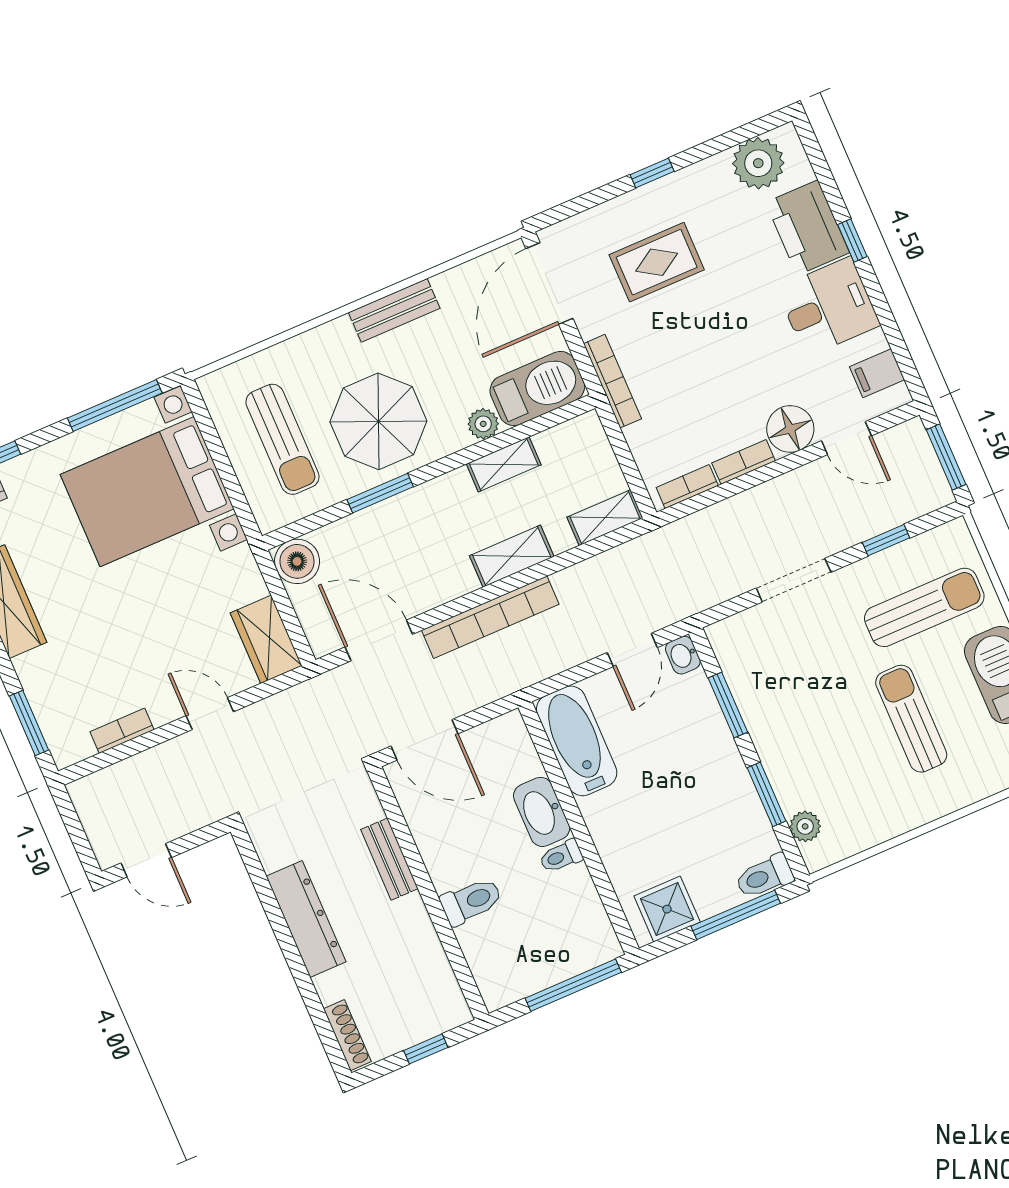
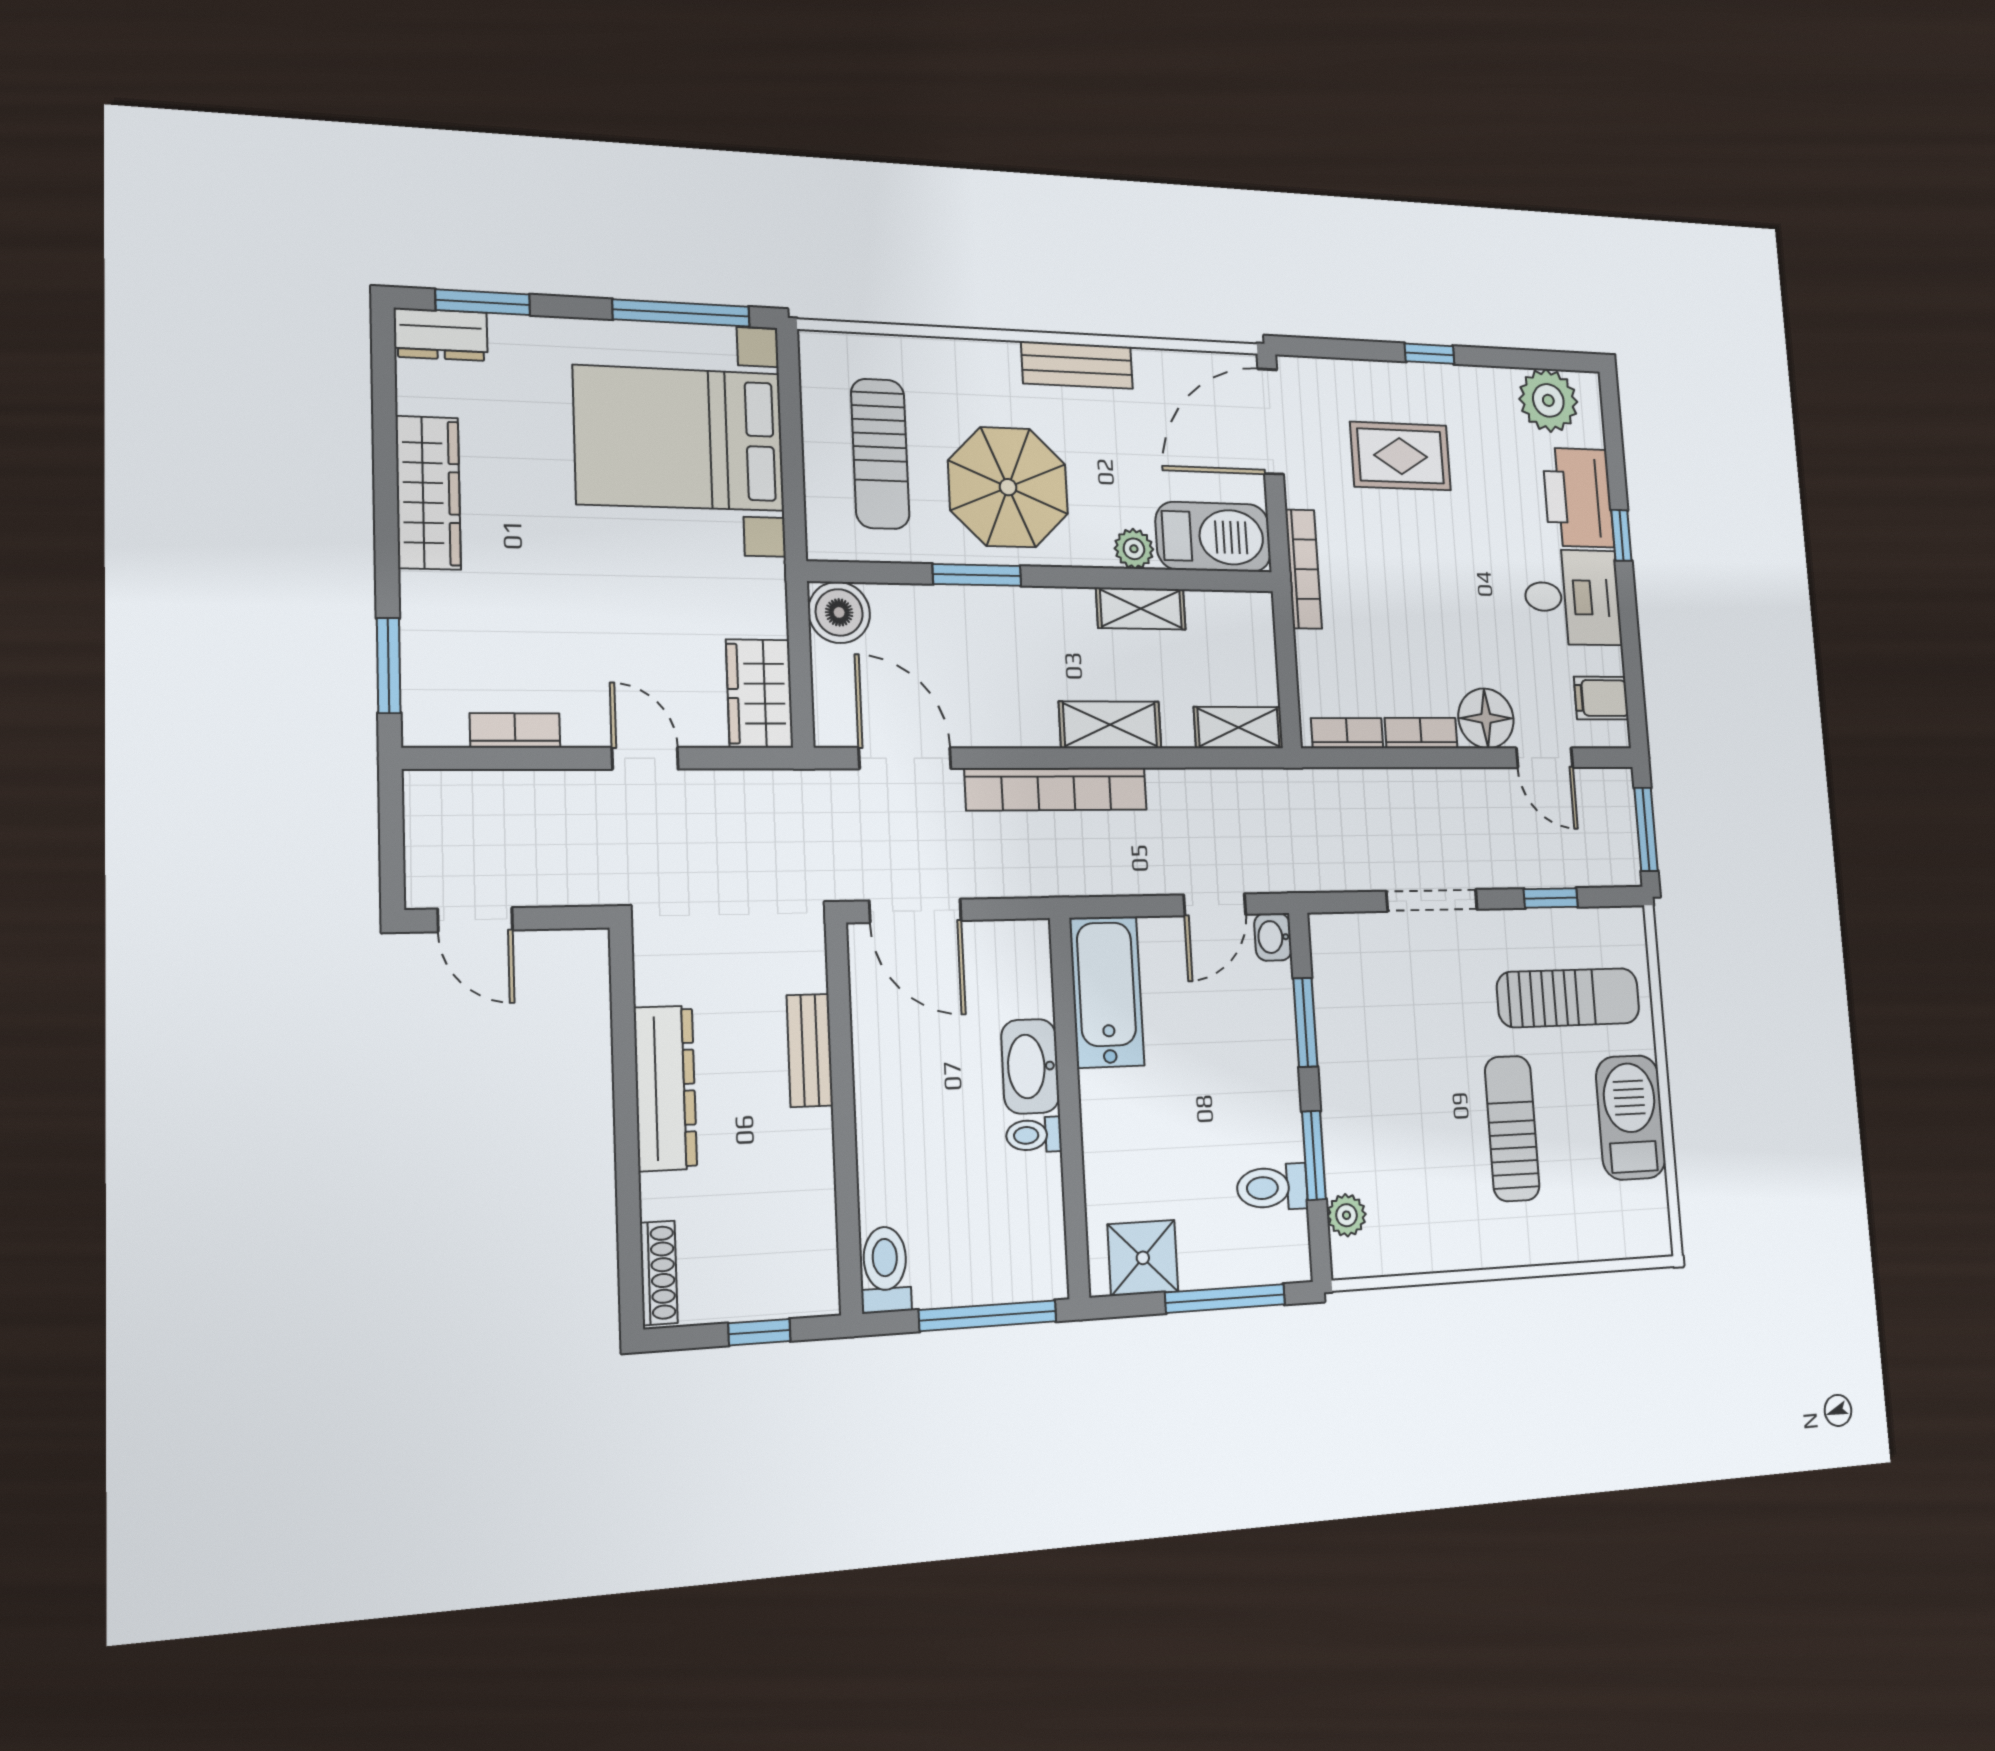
toilet: (764, 876) -> (1272, 1187), moved
toilet: (471, 901) -> (885, 1269), moved, turned -90

